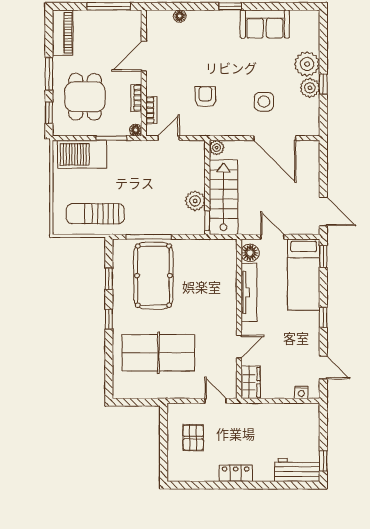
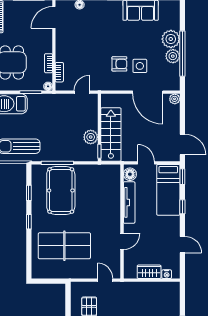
door: (144, 56) -> (54, 17), moved
window: (323, 84) -> (182, 54), width x3.17
armchair: (205, 97) -> (119, 64), moved, turned 90
door: (169, 138) -> (82, 92), moved
plant: (217, 148) -> (175, 99), moved
window: (323, 318) -> (182, 207), moved
door: (323, 367) -> (182, 245), moved
wardrobe: (251, 382) -> (149, 272), moved, turned -90

